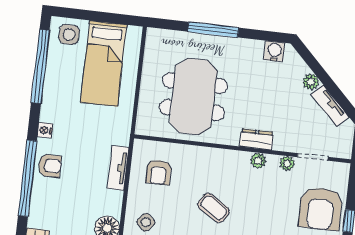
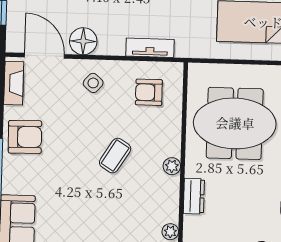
plant: (258, 161) -> (172, 166), moved

